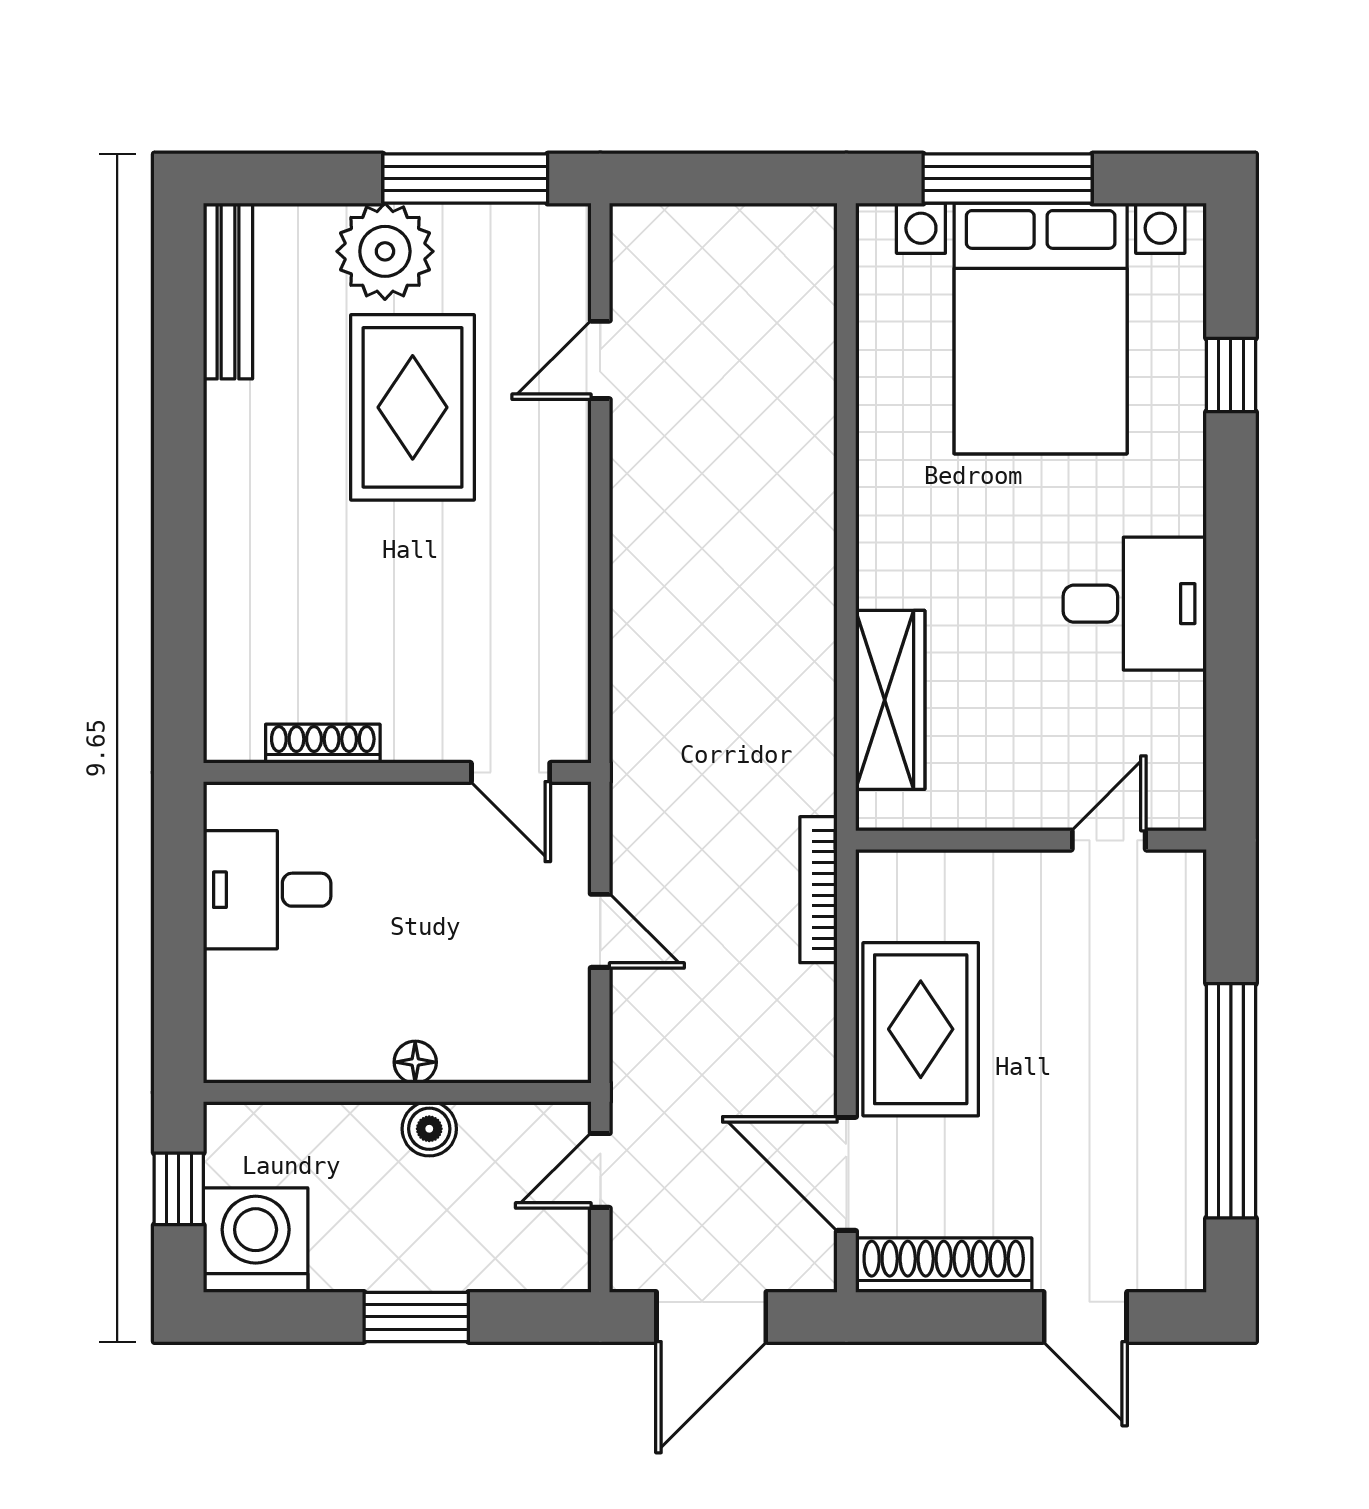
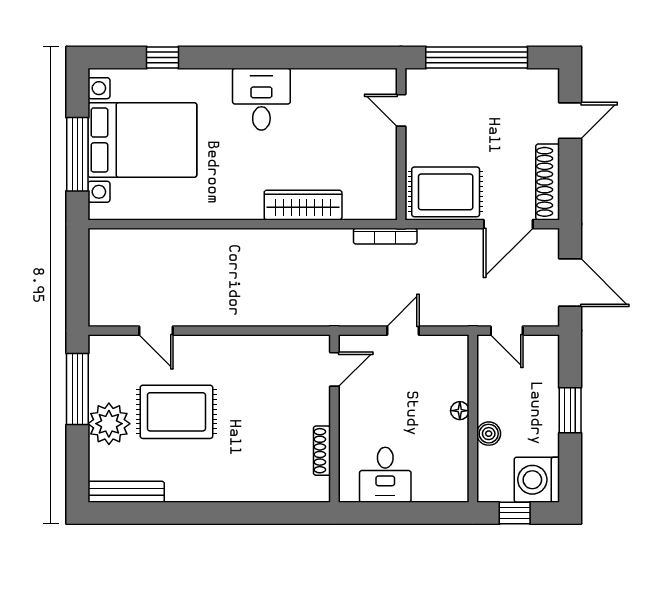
wall: (1031, 840) -> (401, 144), moved
door: (1109, 840) -> (401, 110), moved
boiler: (429, 1129) -> (489, 434), moved

